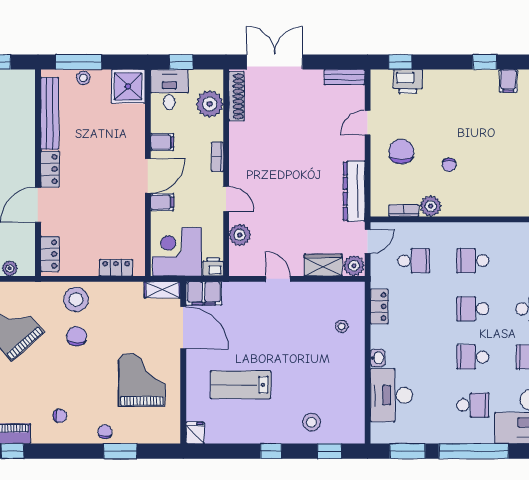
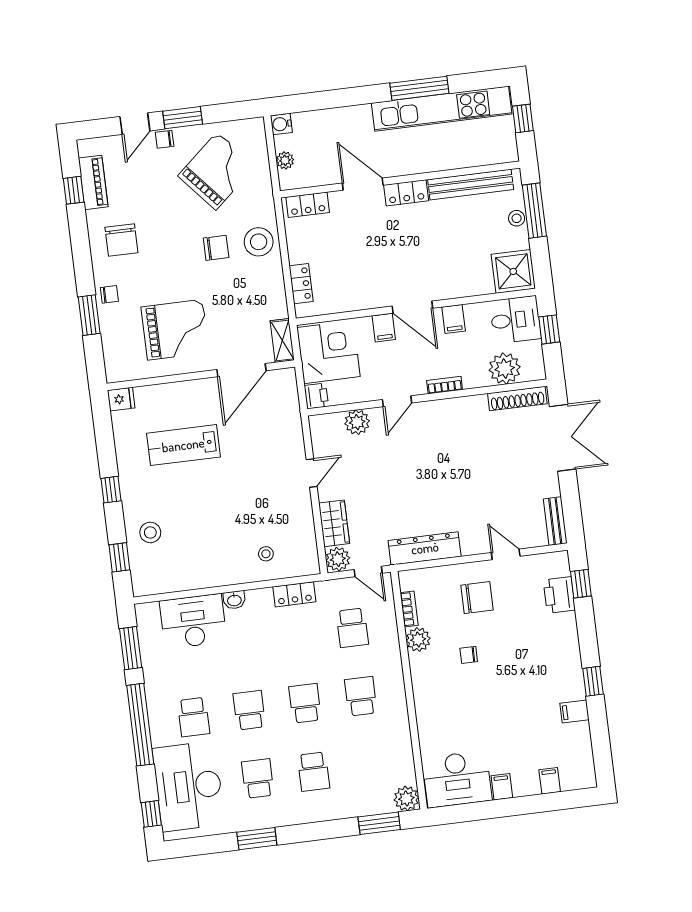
filing cabinet: (204, 293) -> (284, 389), removed
lab bench: (241, 385) -> (183, 445), turned -90
chair: (60, 416) -> (121, 240), width x1.87, depth x1.87

